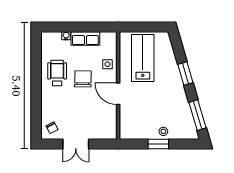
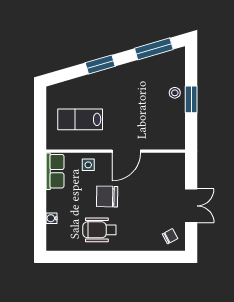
row of seats: (85, 38) -> (55, 171), moved
lab bench: (143, 58) -> (80, 119), width x0.73, depth x0.72

